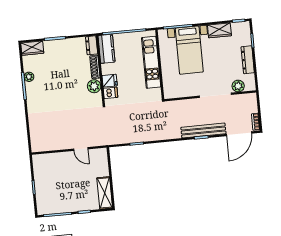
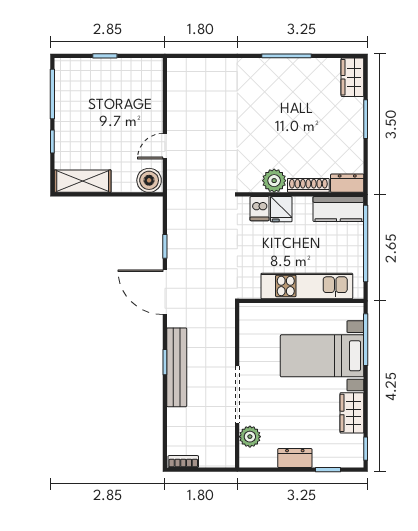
dresser: (248, 60) -> (295, 458), width x0.70
plant: (29, 77) -> (302, 66), removed
door: (239, 134) -> (165, 292), moved
boiler: (101, 156) -> (149, 180), added

